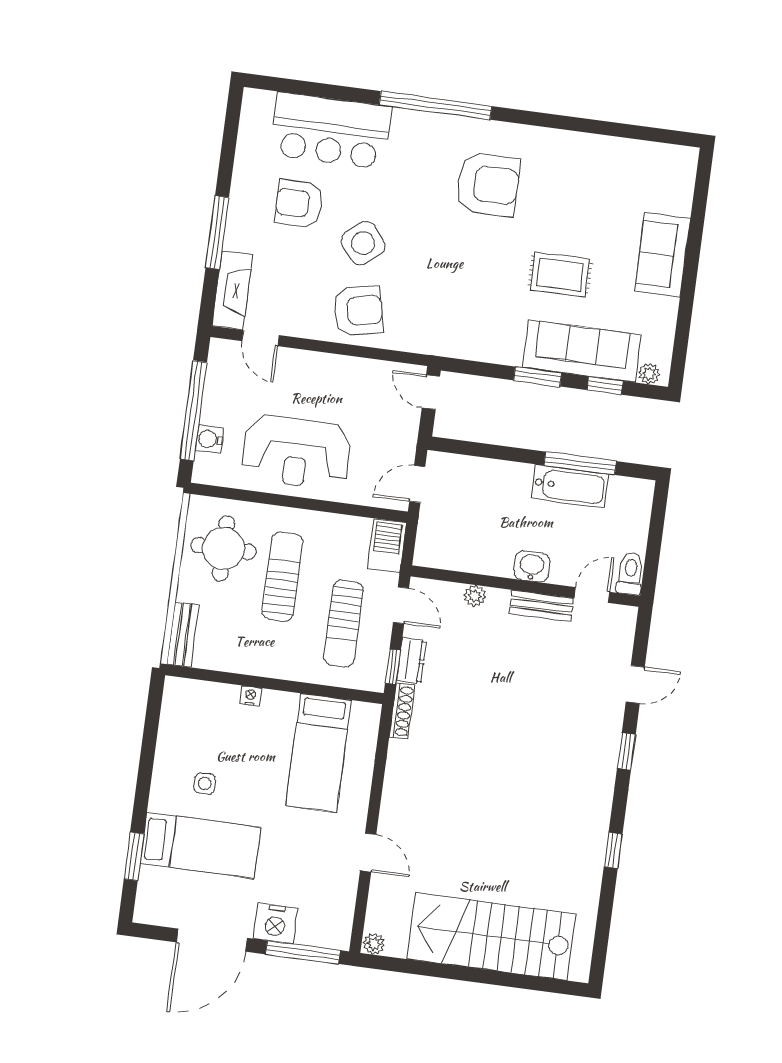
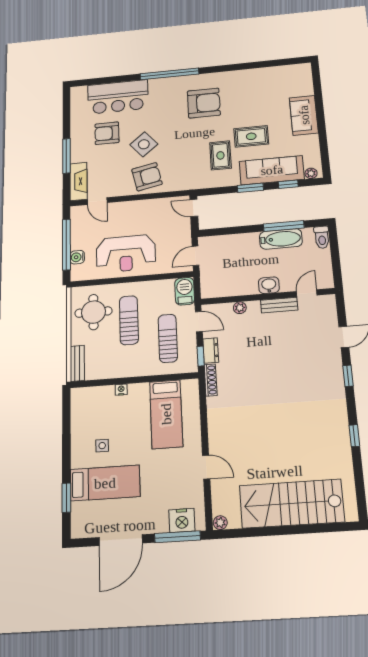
rug: (497, 300) -> (220, 155), added
toilet: (630, 573) -> (322, 237), moved, turned 180
sun lounger: (343, 623) -> (168, 338), turned 180
nightstand: (275, 923) -> (182, 520), moved

